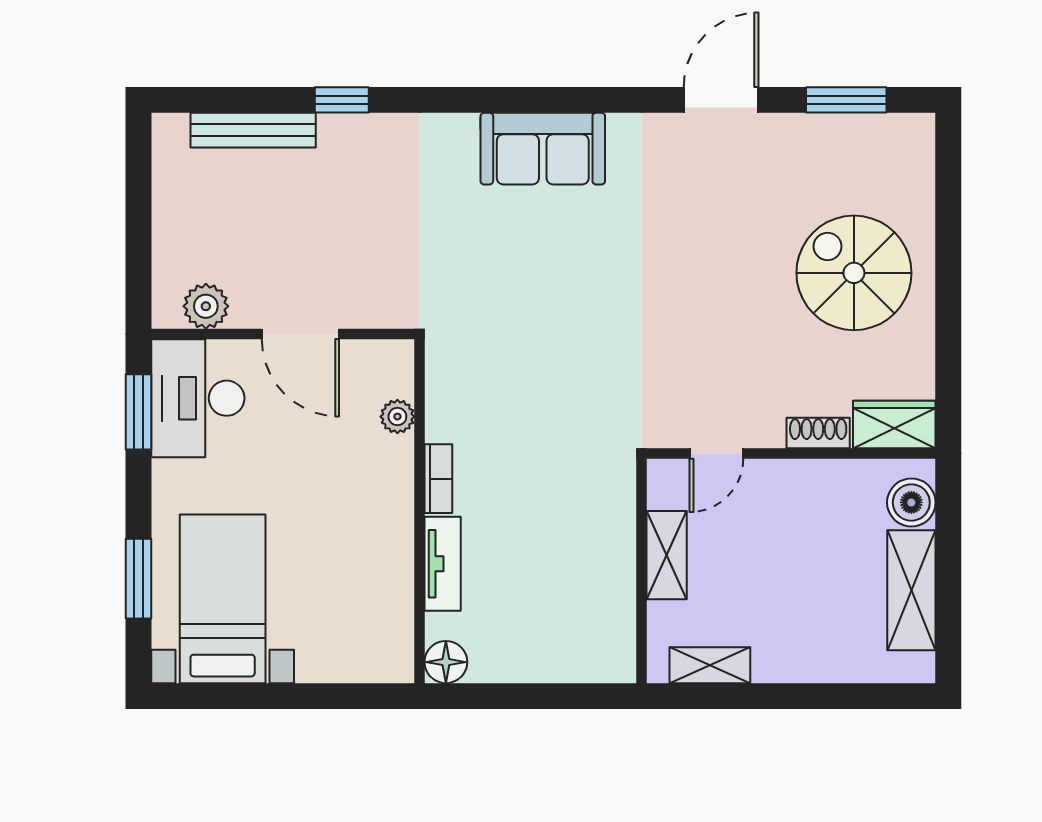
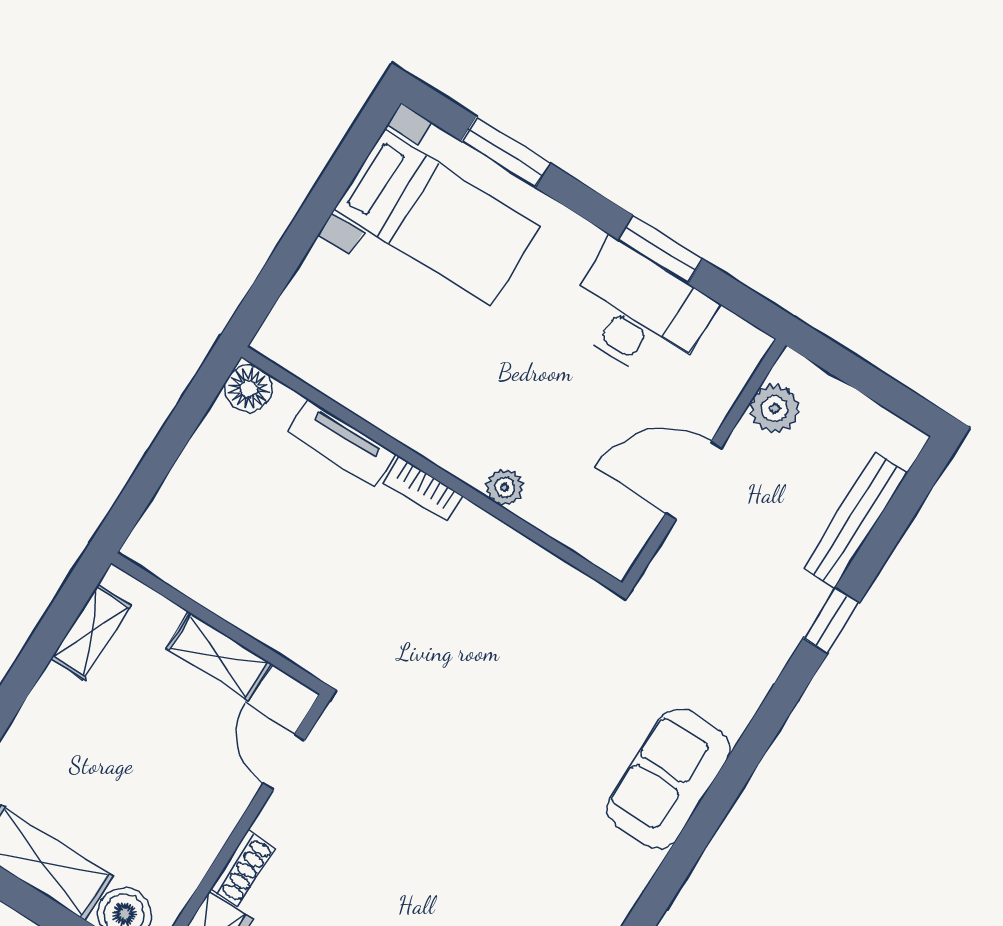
plant: (206, 306) -> (775, 409), moved
wall: (283, 334) -> (704, 464), moved
door: (300, 334) -> (694, 480), moved

